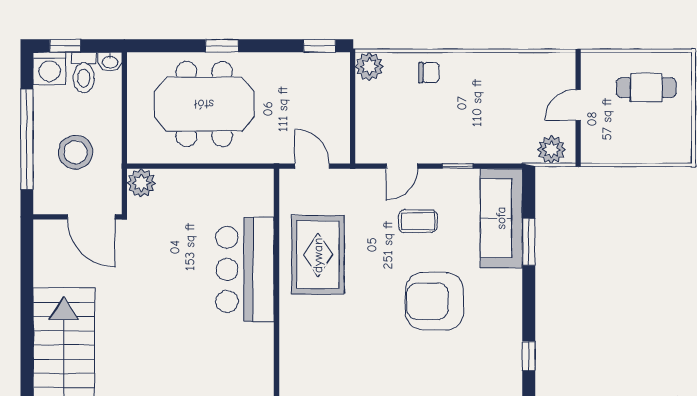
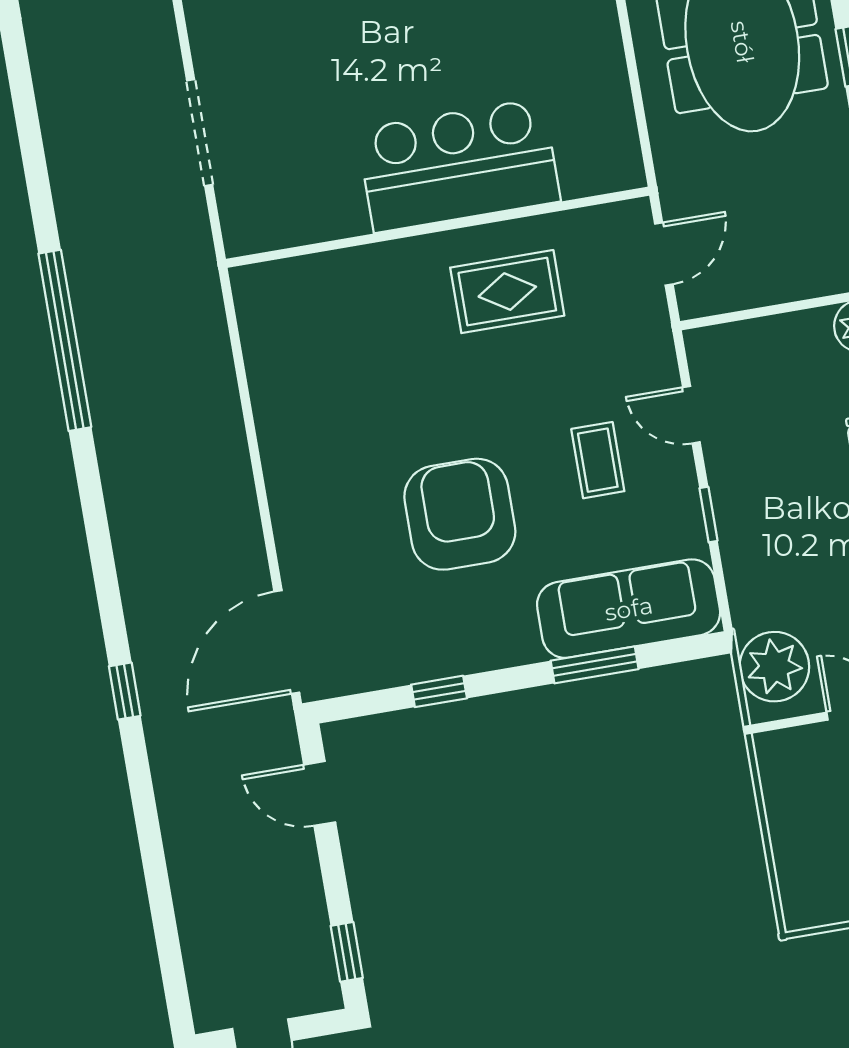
plant: (551, 150) -> (774, 667), width x1.36, depth x1.36
rug: (318, 255) -> (507, 292), width x0.73, depth x0.70
window: (529, 356) -> (439, 691), moved

